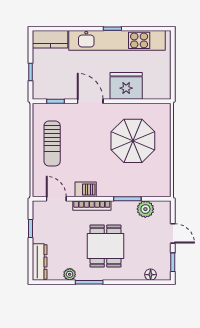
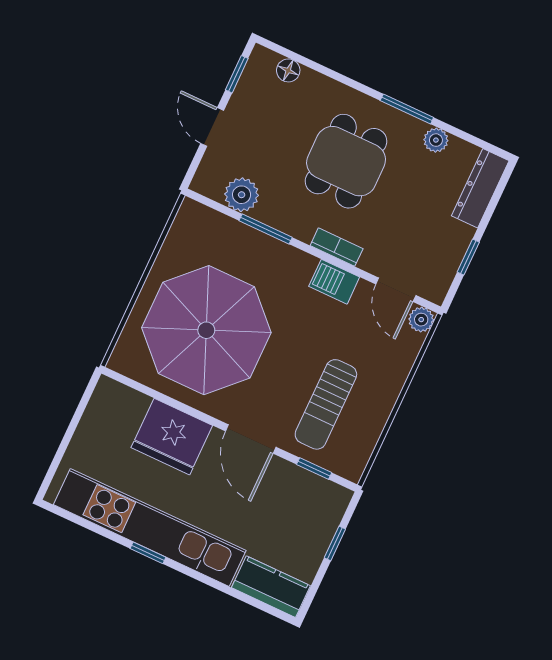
parasol: (133, 141) -> (206, 330), width x1.36, depth x1.36
sun lounger: (52, 143) -> (326, 404), moved, turned 180
plant: (39, 191) -> (421, 320), added
bookcase: (92, 205) -> (337, 247), width x0.64

